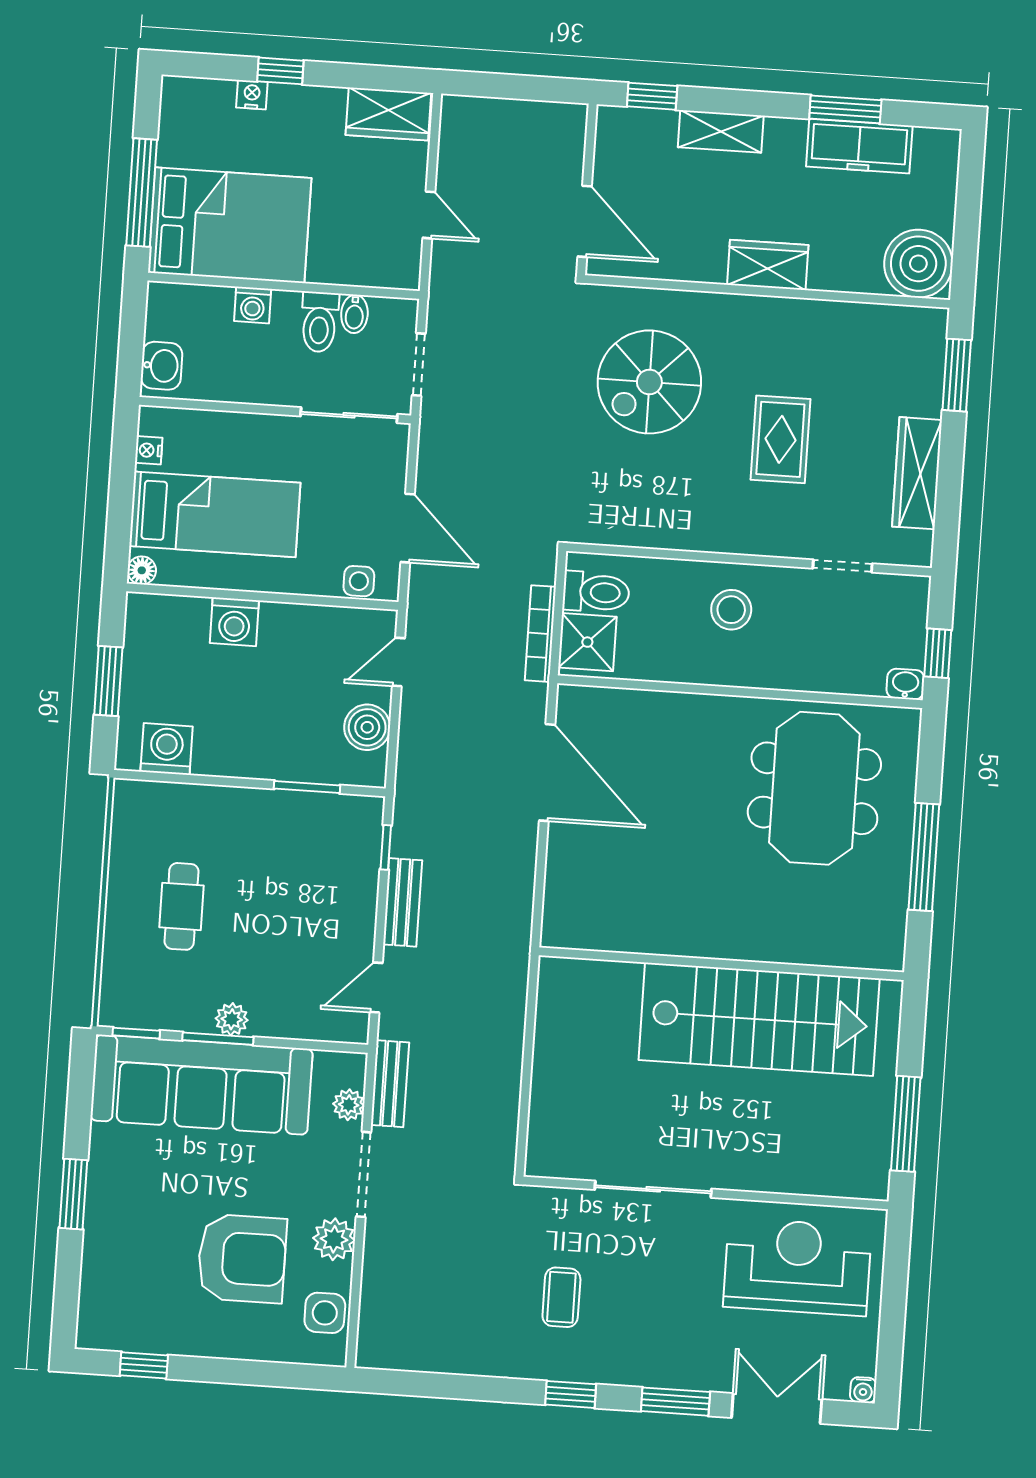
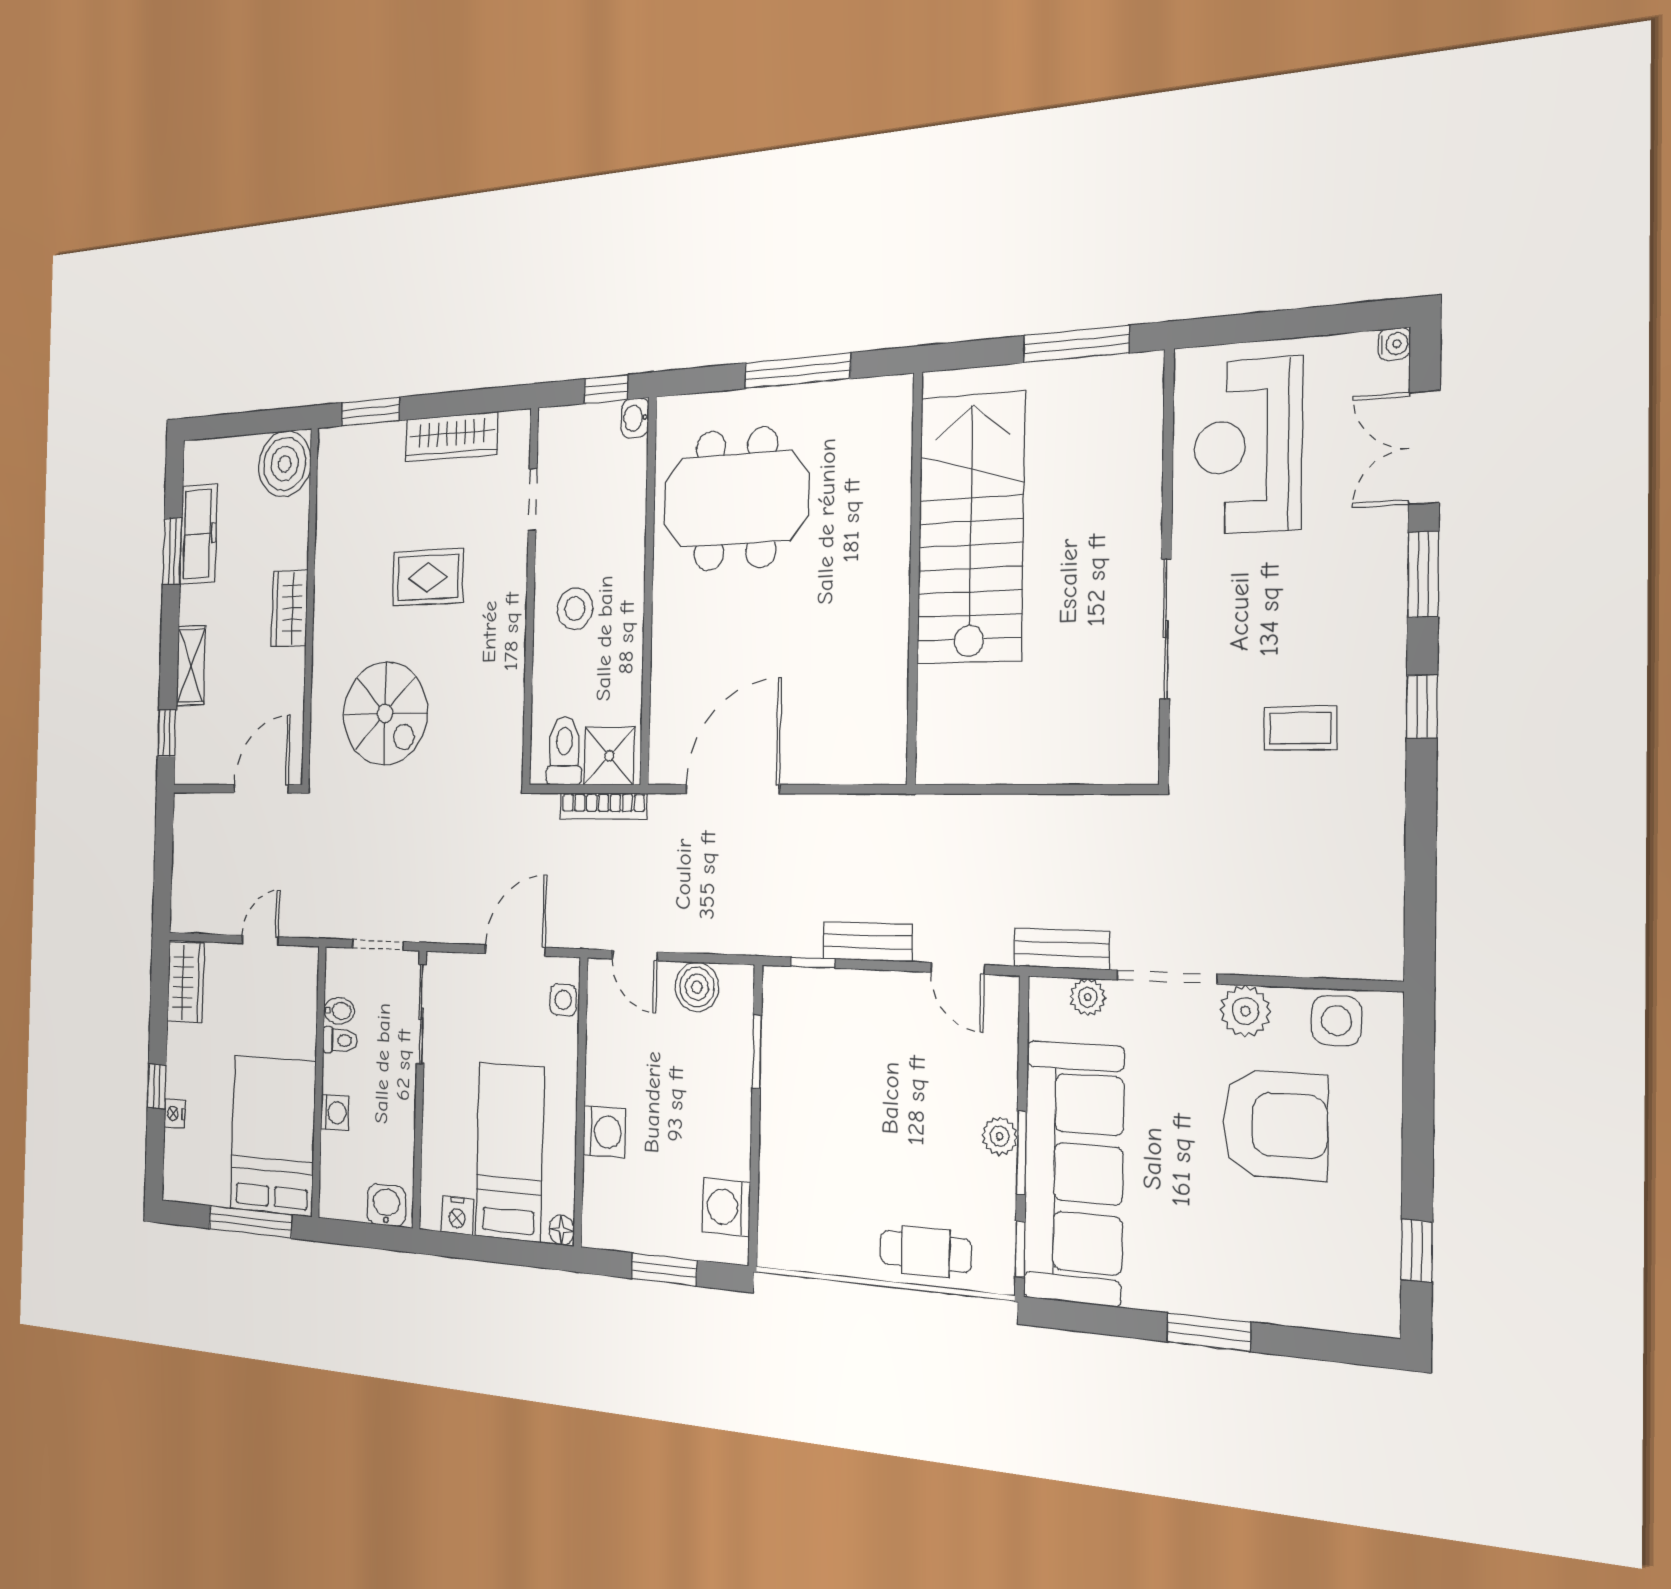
toilet: (319, 322) -> (340, 1040), width x0.73, depth x0.72
nightstand: (149, 450) -> (457, 1215), width x1.39, depth x1.35
cafe table: (182, 906) -> (926, 1251), moved
armchair: (242, 1259) -> (1275, 1125), turned 90

